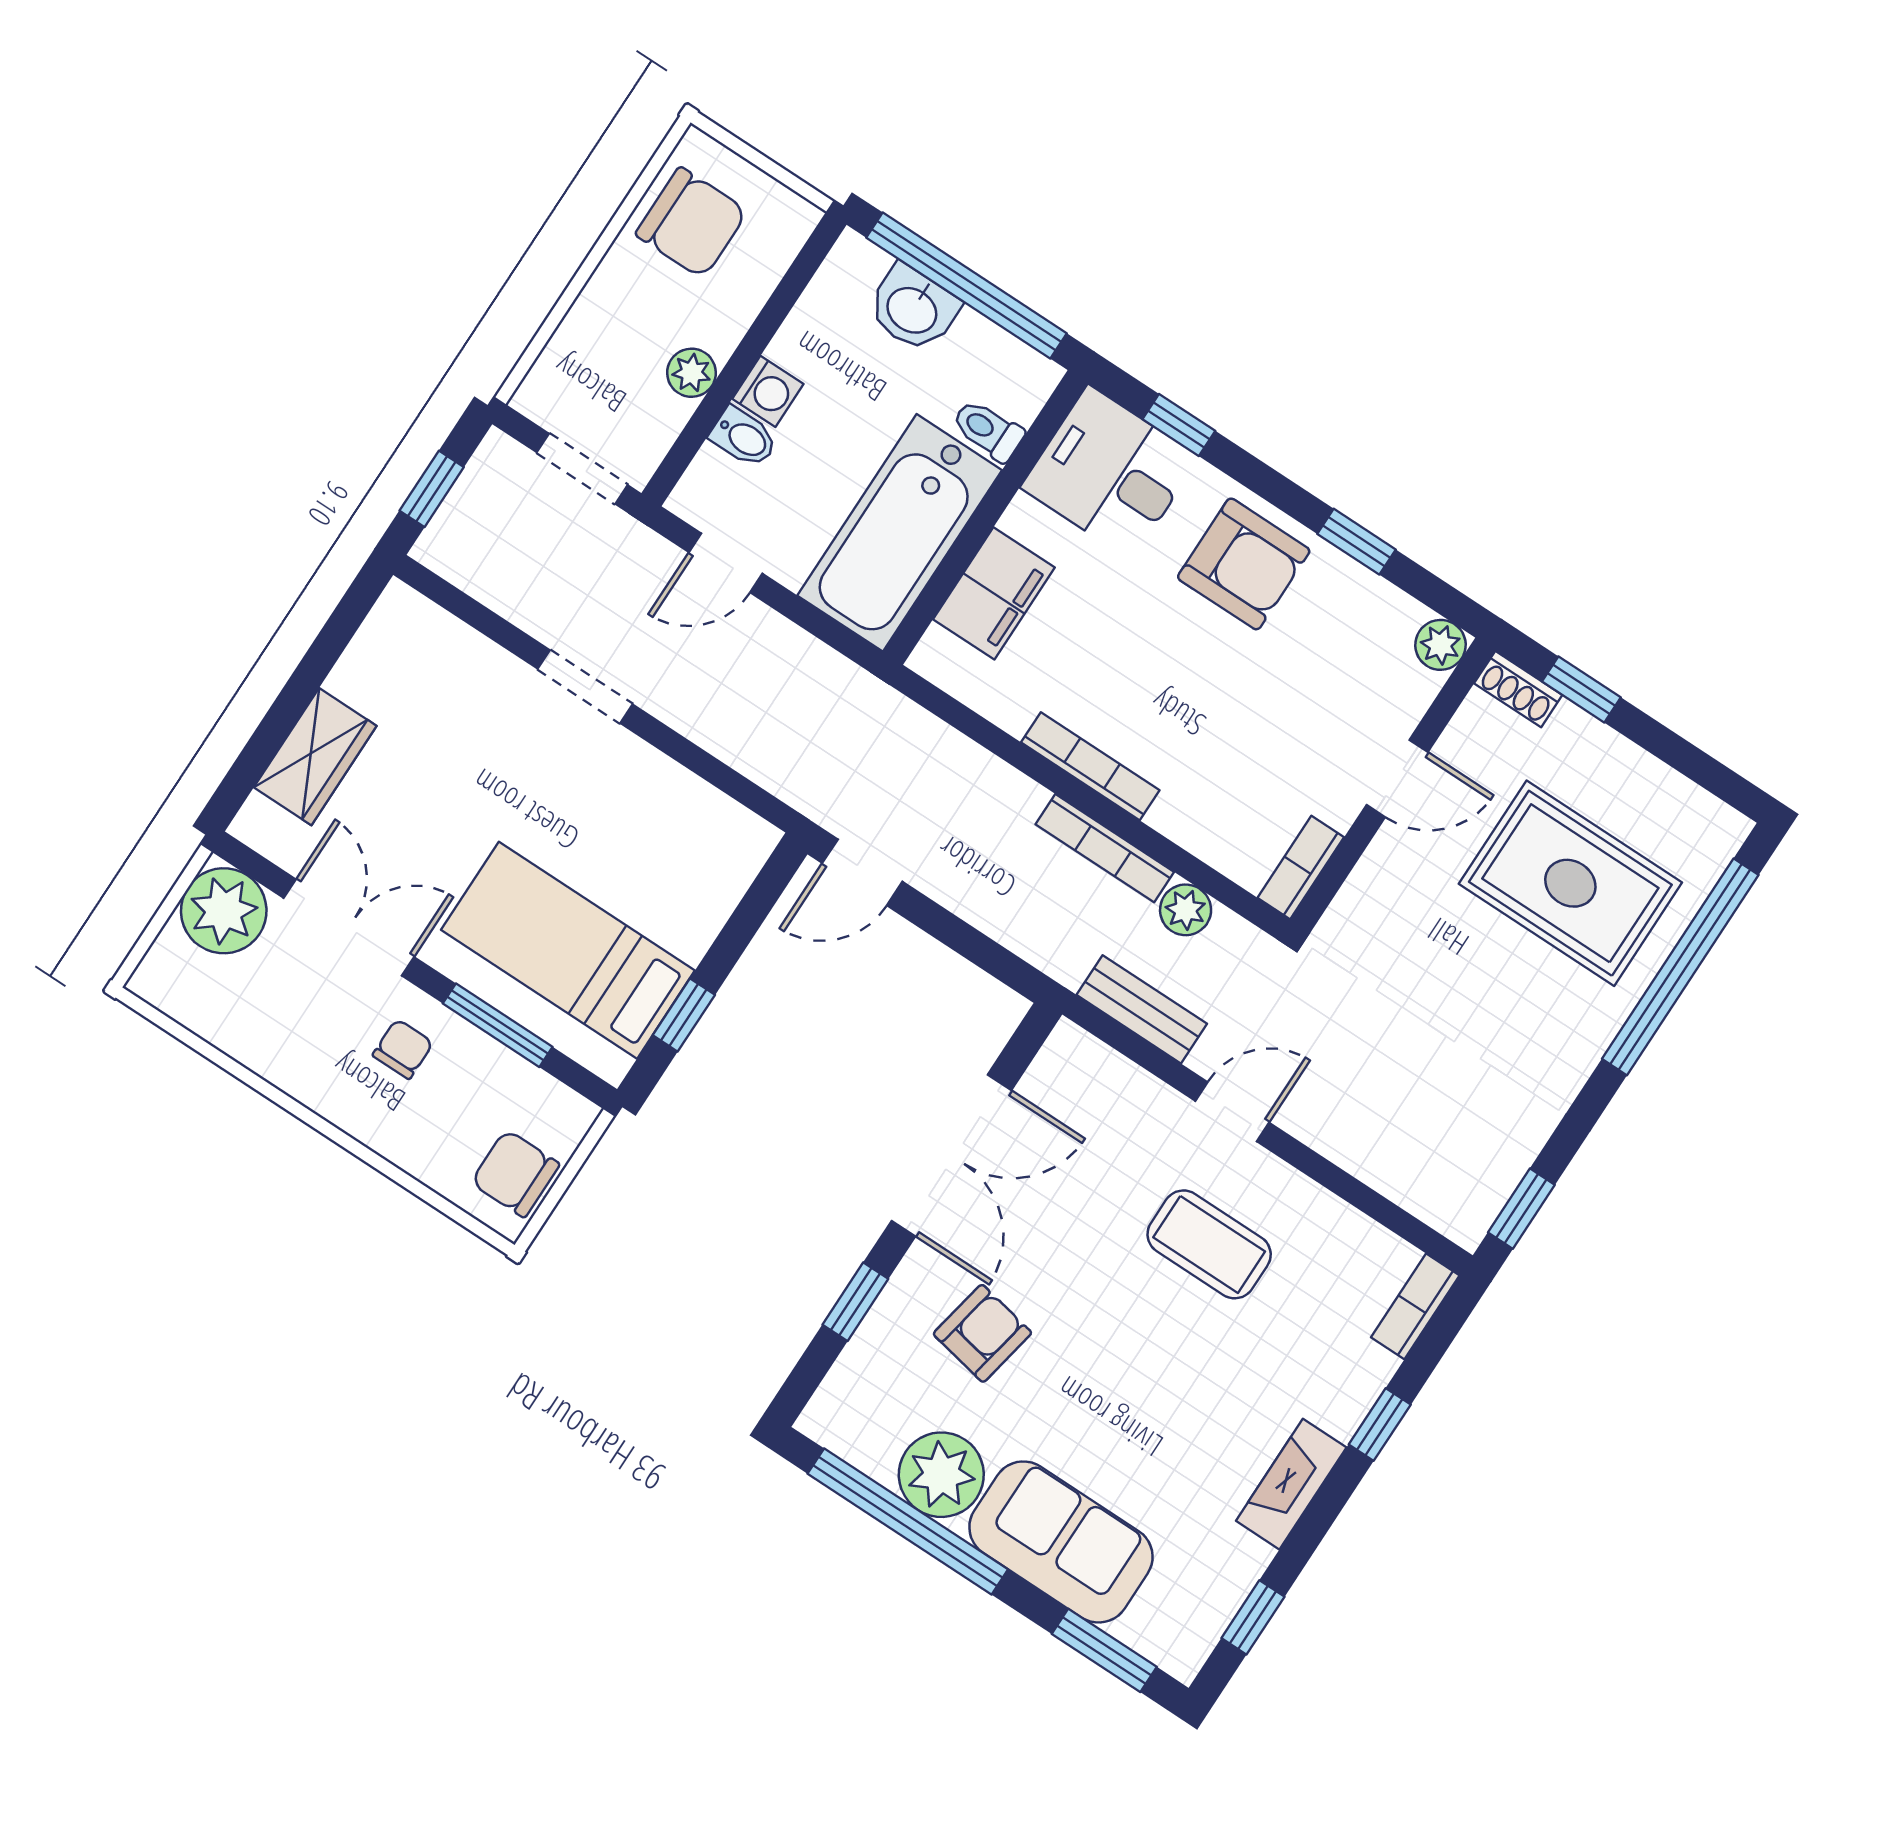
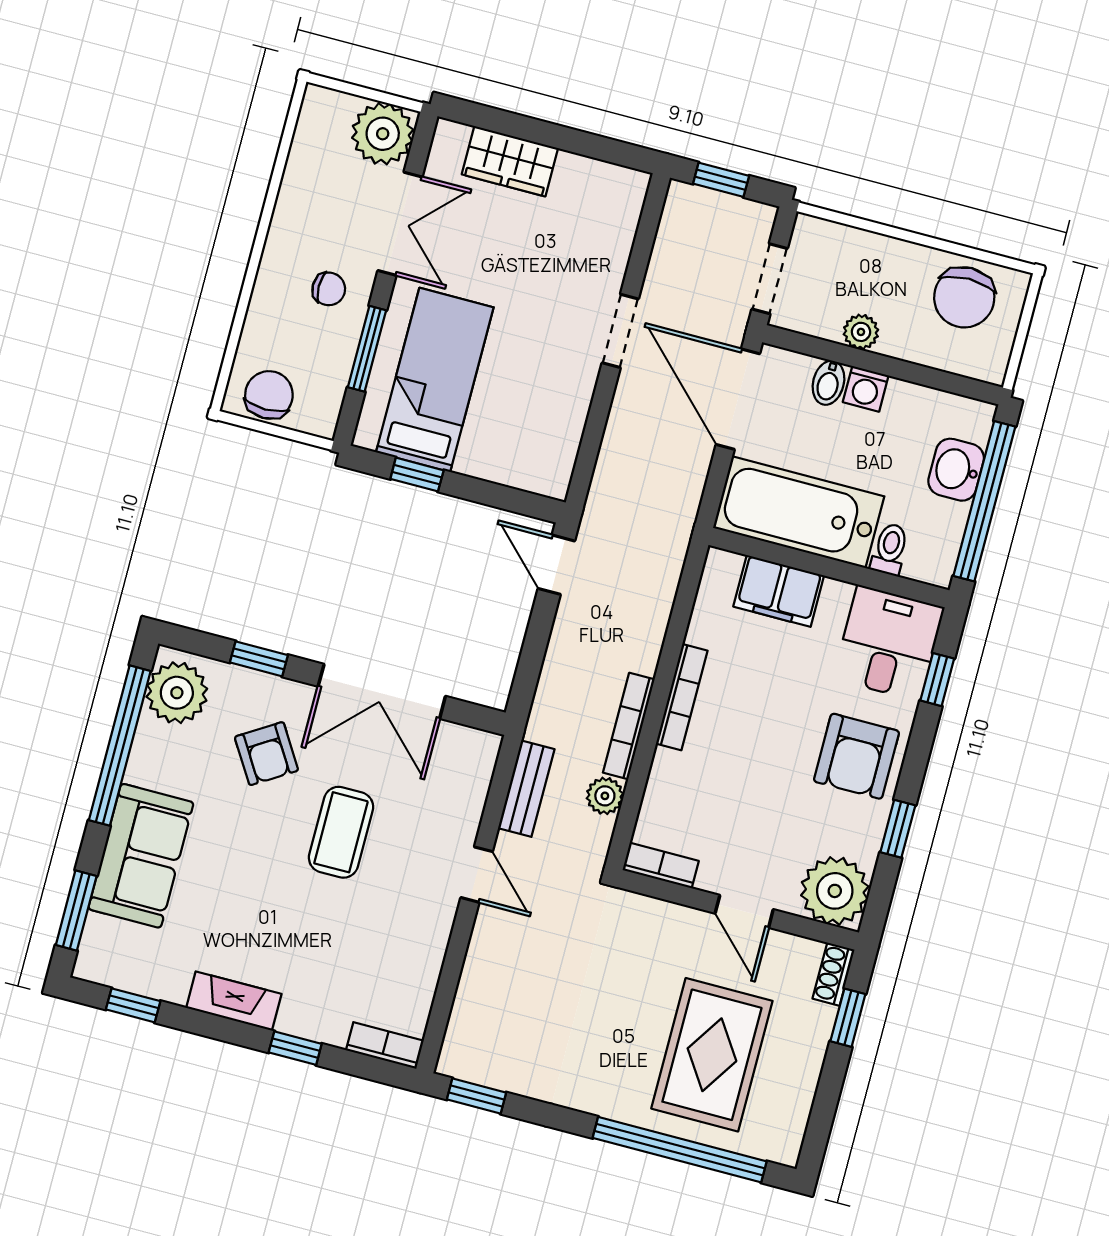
door: (726, 563) -> (738, 399), width x1.87
plant: (1440, 645) -> (835, 891), width x1.88, depth x1.88
coffee table: (1209, 1244) -> (341, 832), moved
armchair: (982, 1333) -> (266, 754), turned 47
plant: (941, 1475) -> (177, 693), moved

